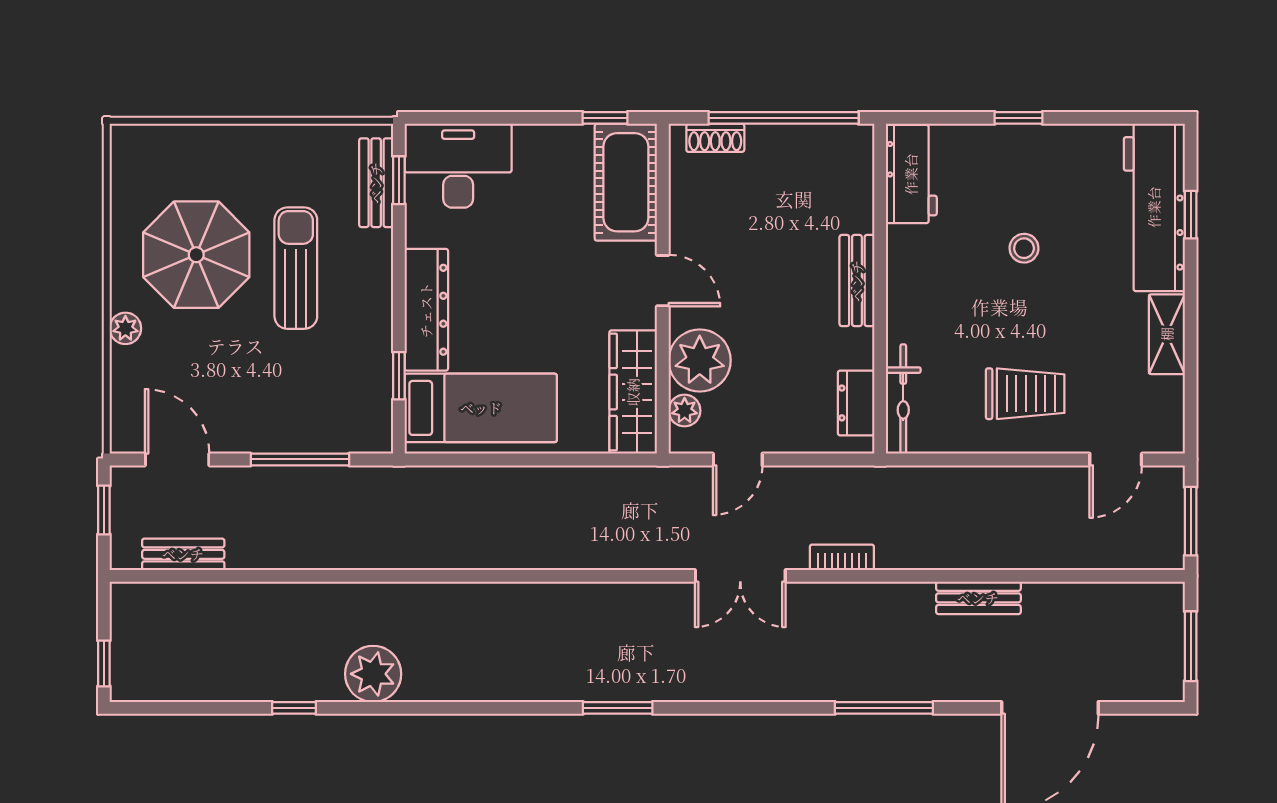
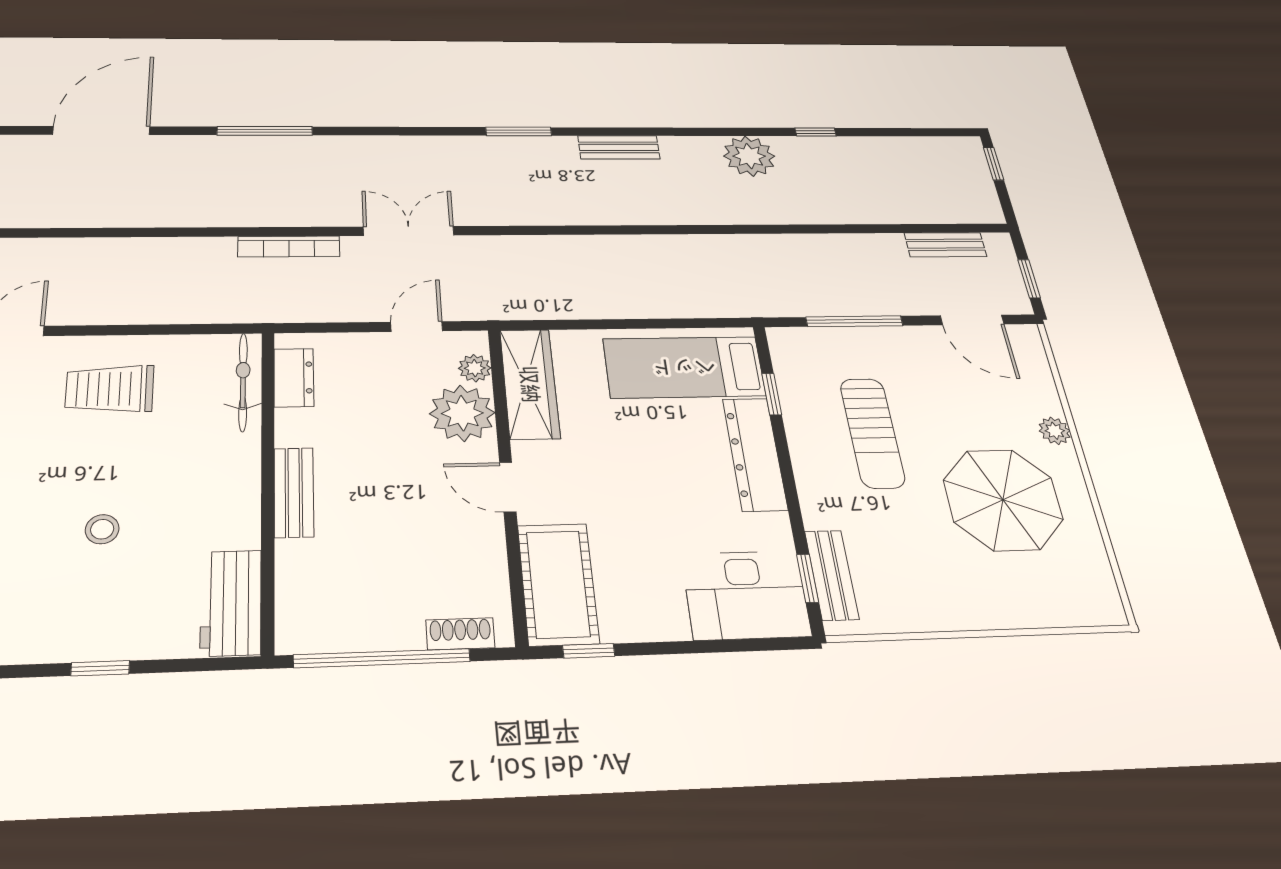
sun lounger: (296, 268) -> (872, 433), moved
bookcase: (842, 557) -> (289, 247), width x1.56
bench: (978, 598) -> (619, 147), moved

